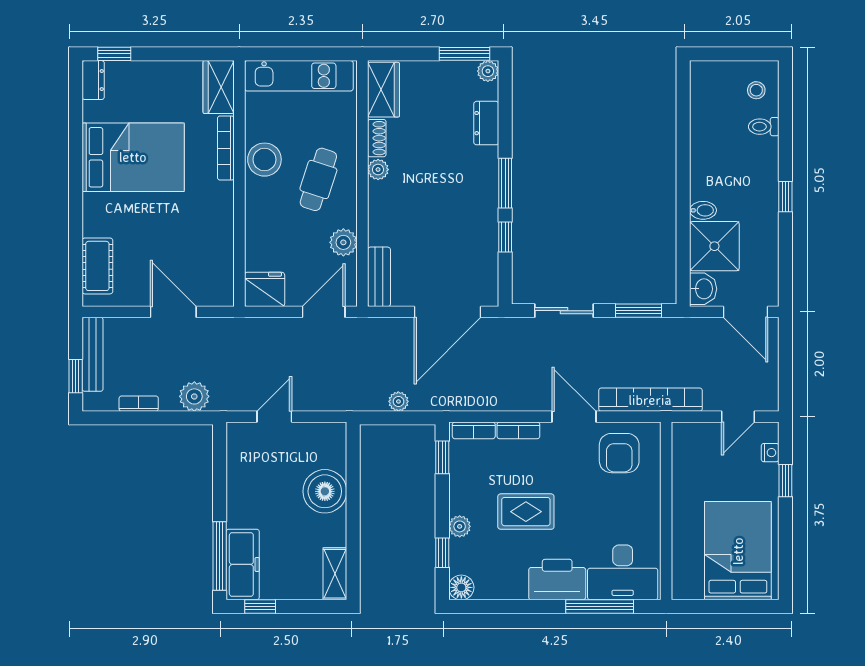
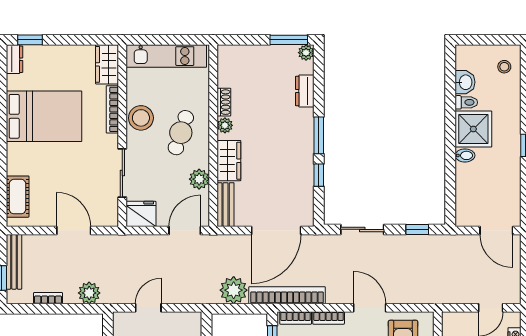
wardrobe: (384, 90) -> (229, 161), moved
toilet: (764, 127) -> (466, 102), moved, turned 180
sliding door: (239, 234) -> (122, 173), added
shower: (714, 246) -> (473, 129), moved
washbasin: (703, 289) -> (465, 82), moved
window: (639, 311) -> (417, 229), width x0.67
bookcase: (650, 400) -> (287, 295), moved
plant: (398, 401) -> (234, 290), width x1.87, depth x1.87

